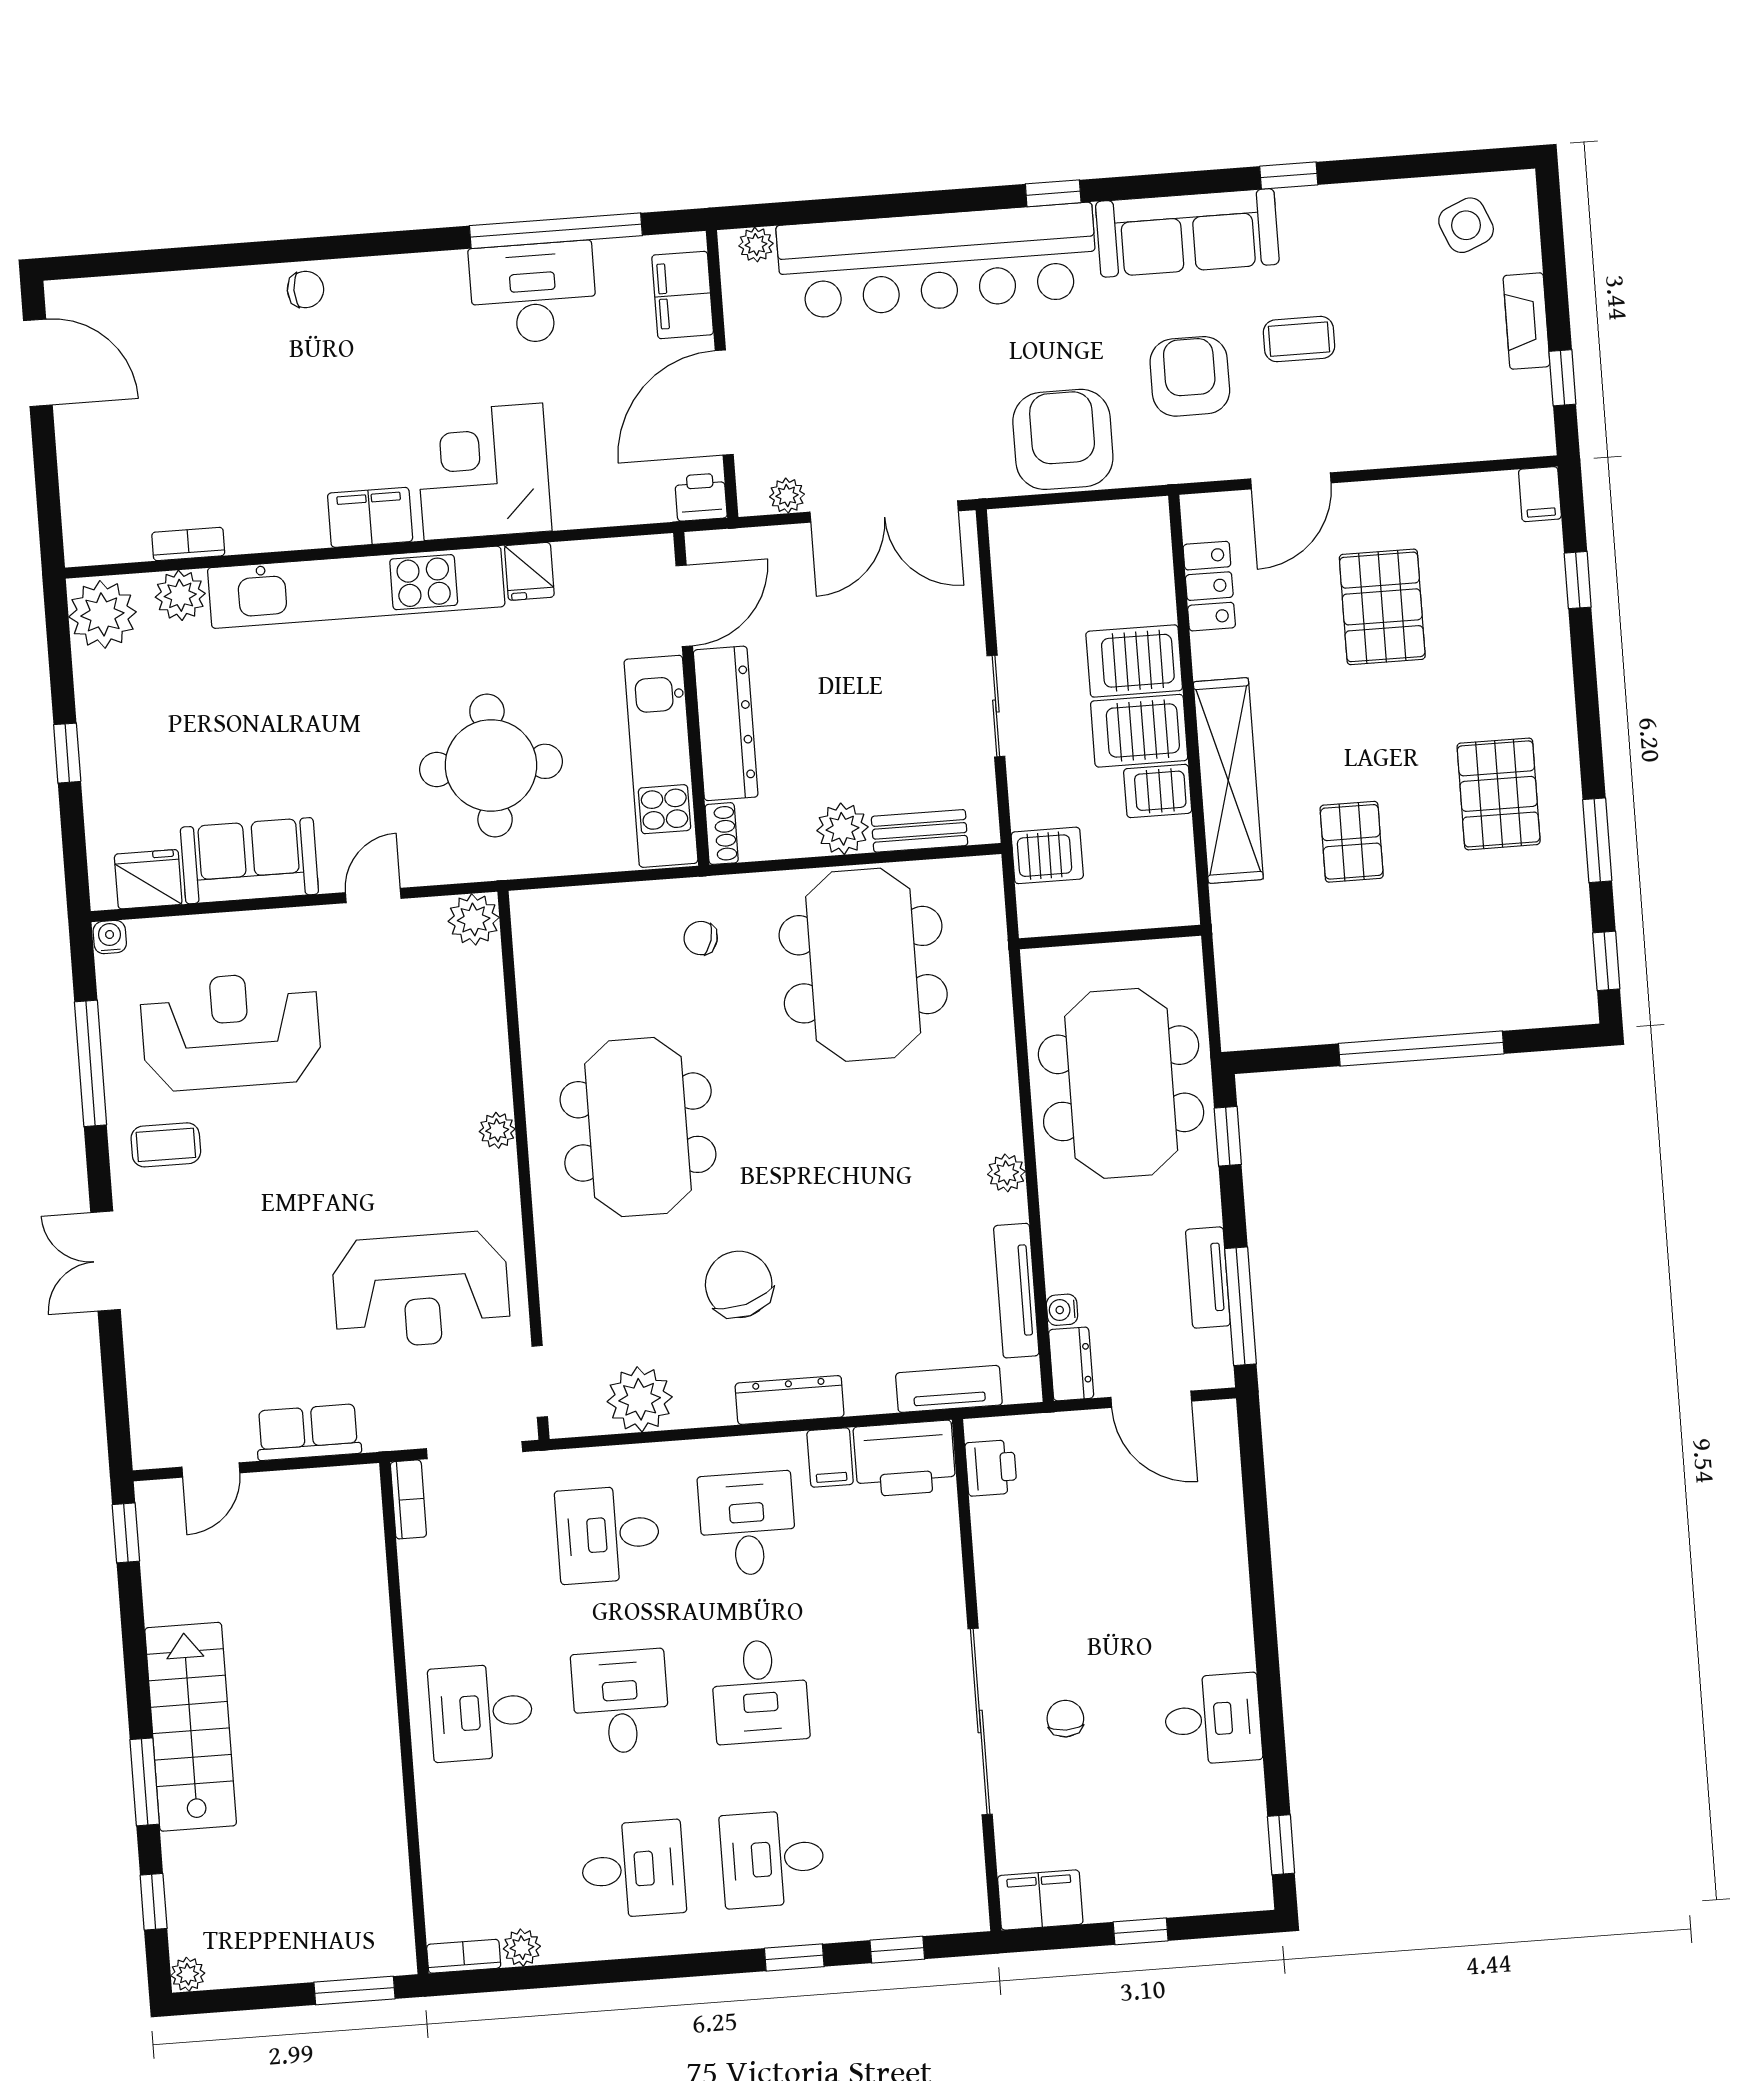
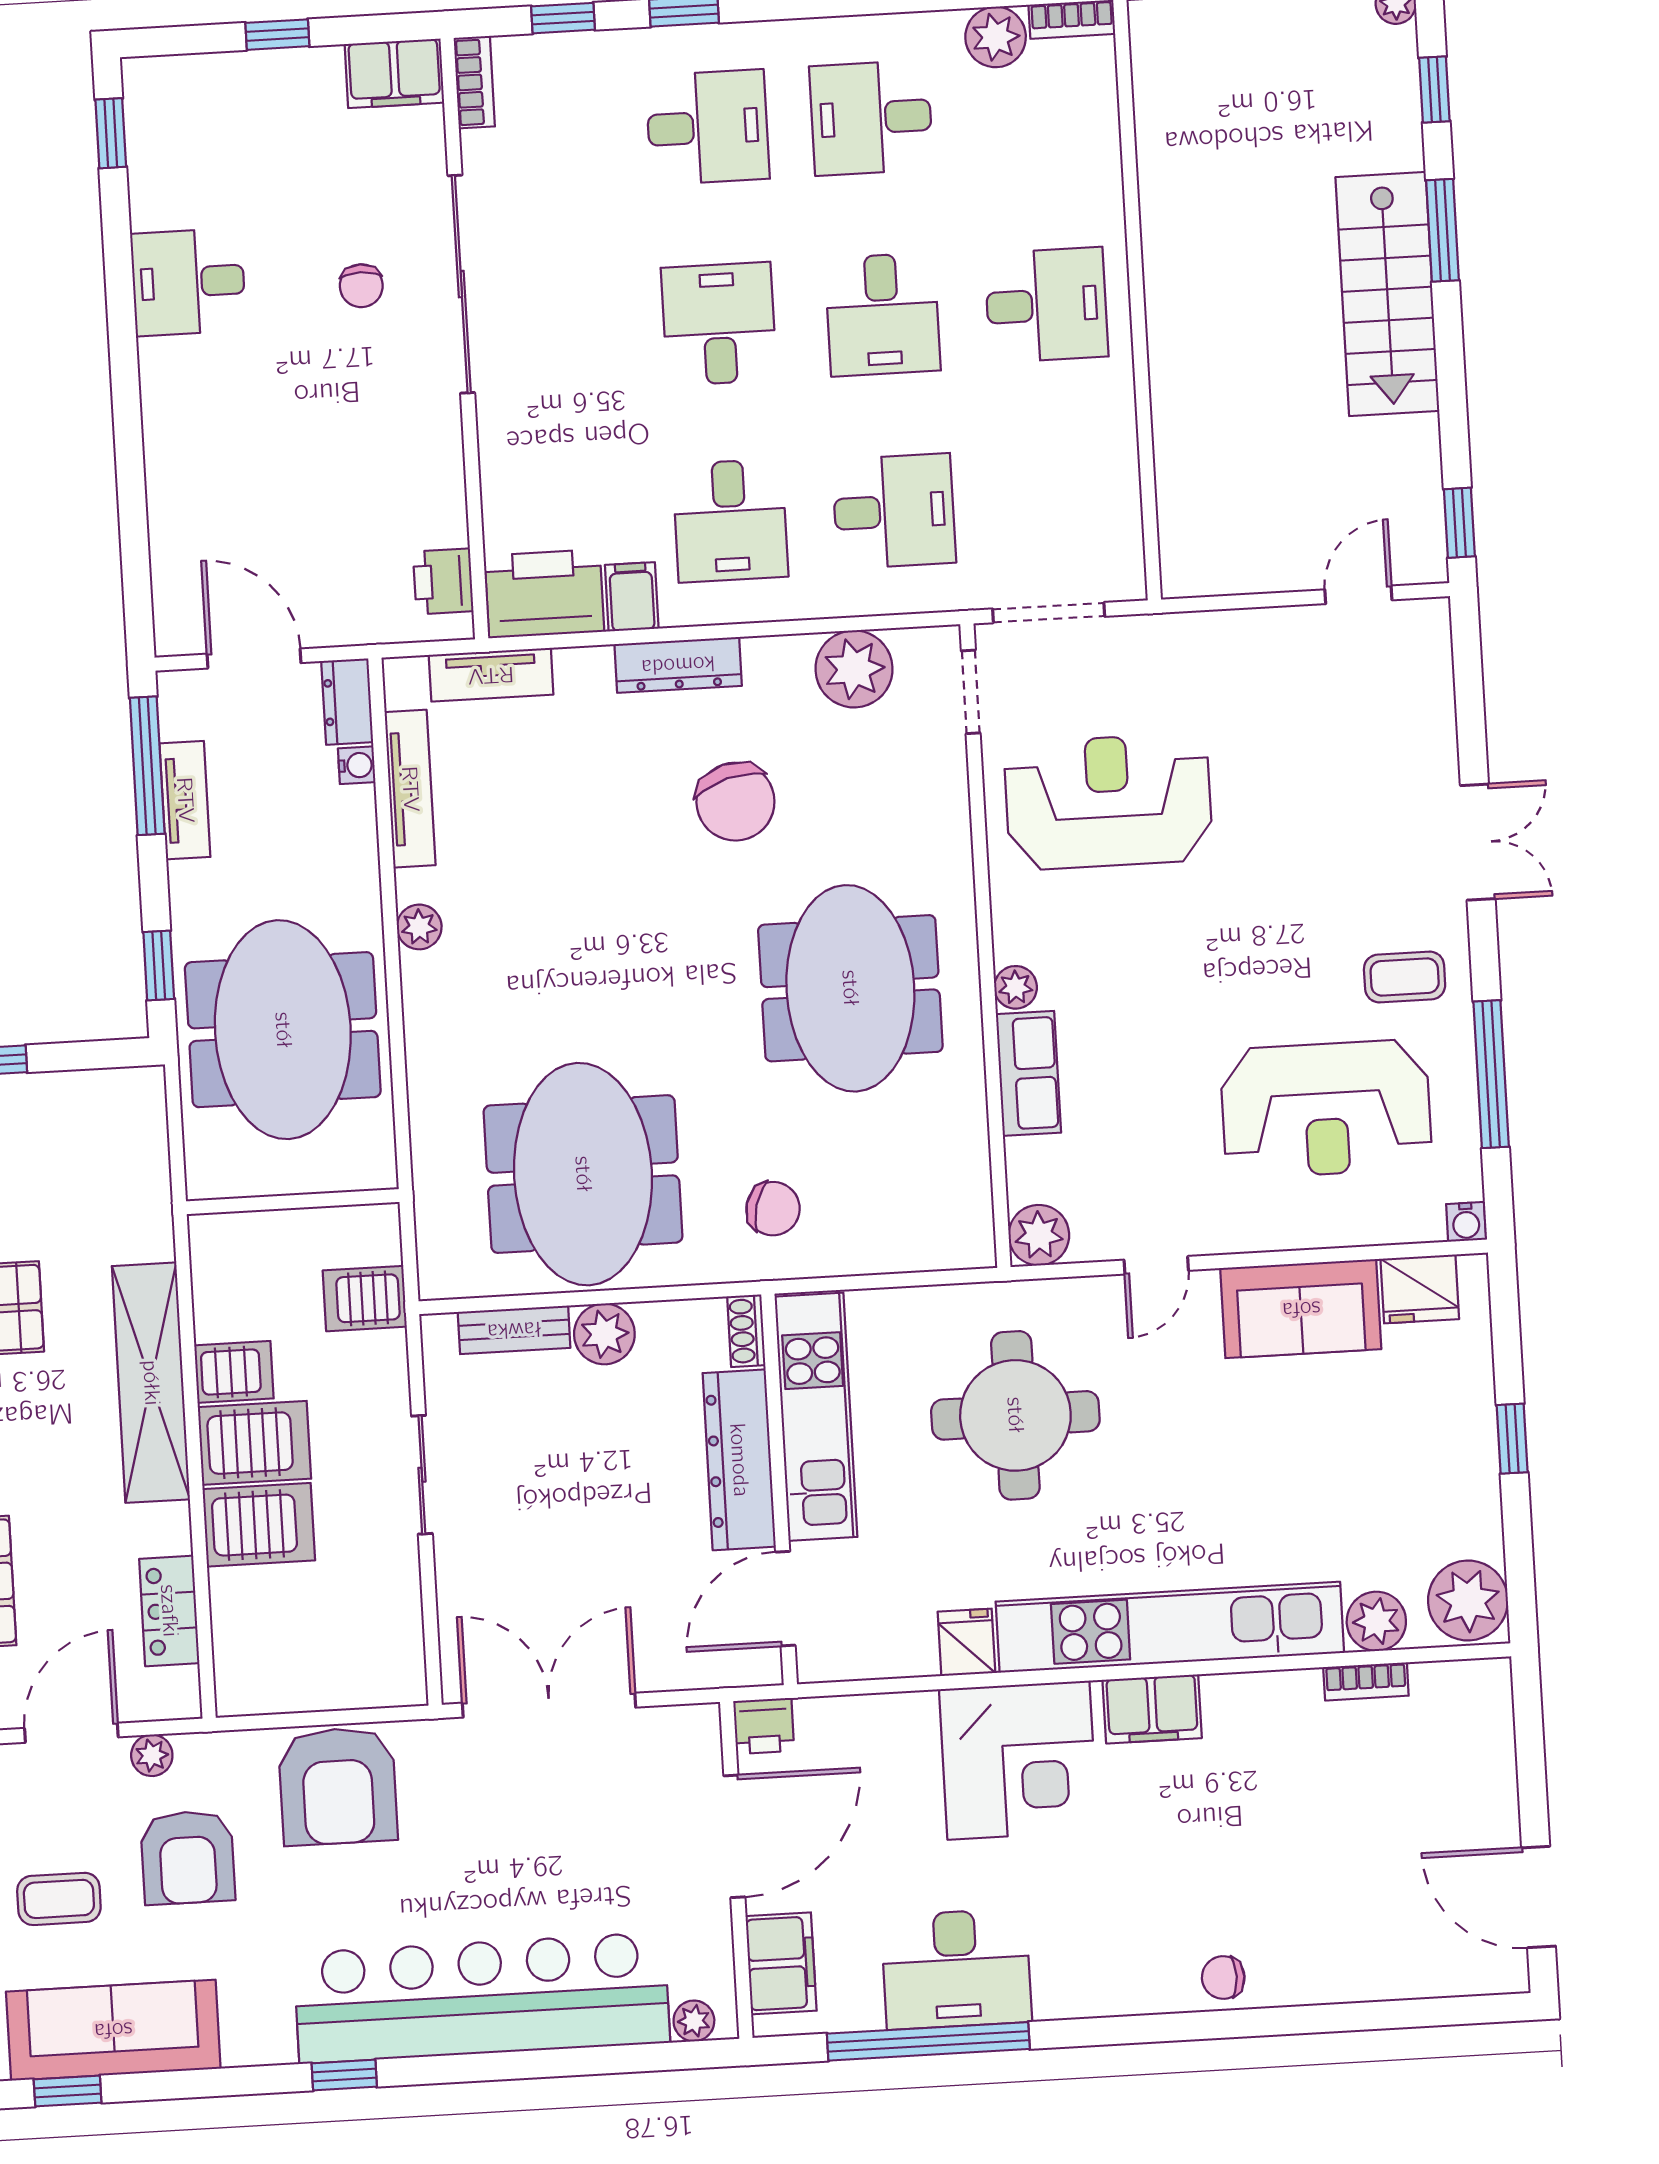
sofa: (1187, 233) -> (113, 2030), moved
plant: (787, 496) -> (152, 1755), moved
chair: (701, 938) -> (773, 1209), width x1.37, depth x1.37
row of seats: (308, 1432) -> (1028, 1073), moved, turned -90
bookcase: (408, 1499) -> (474, 82), moved, turned 180
plant: (522, 1948) -> (996, 37), width x1.38, depth x1.38

